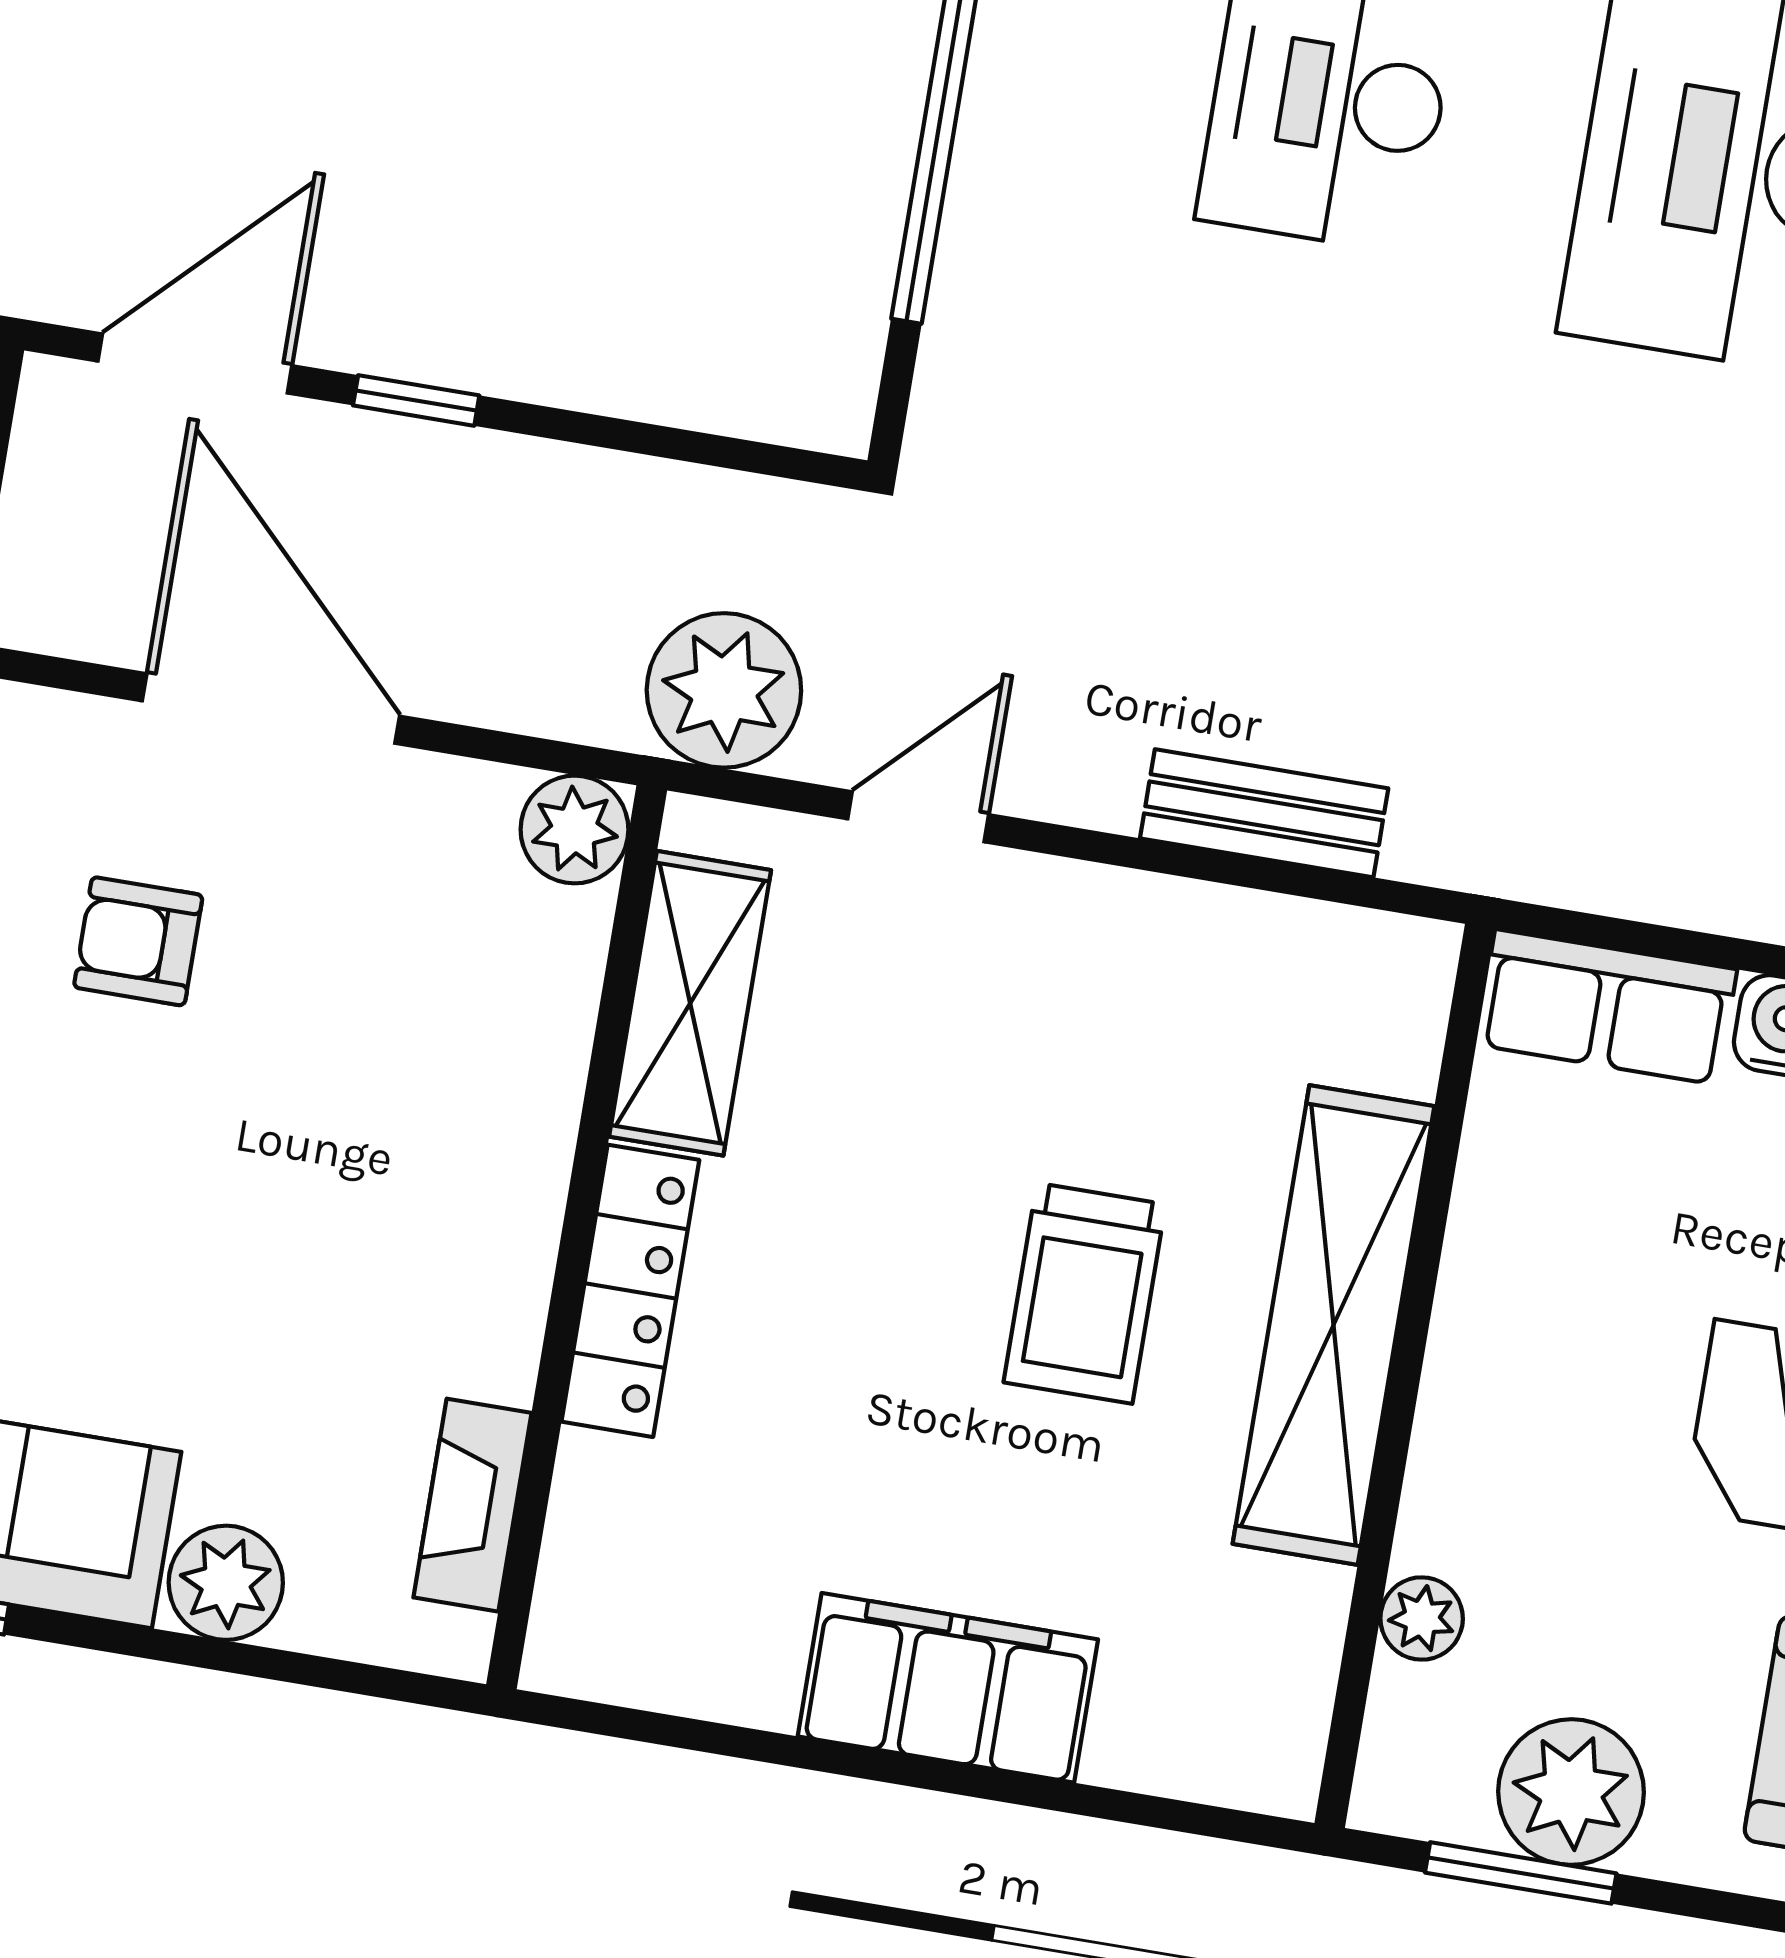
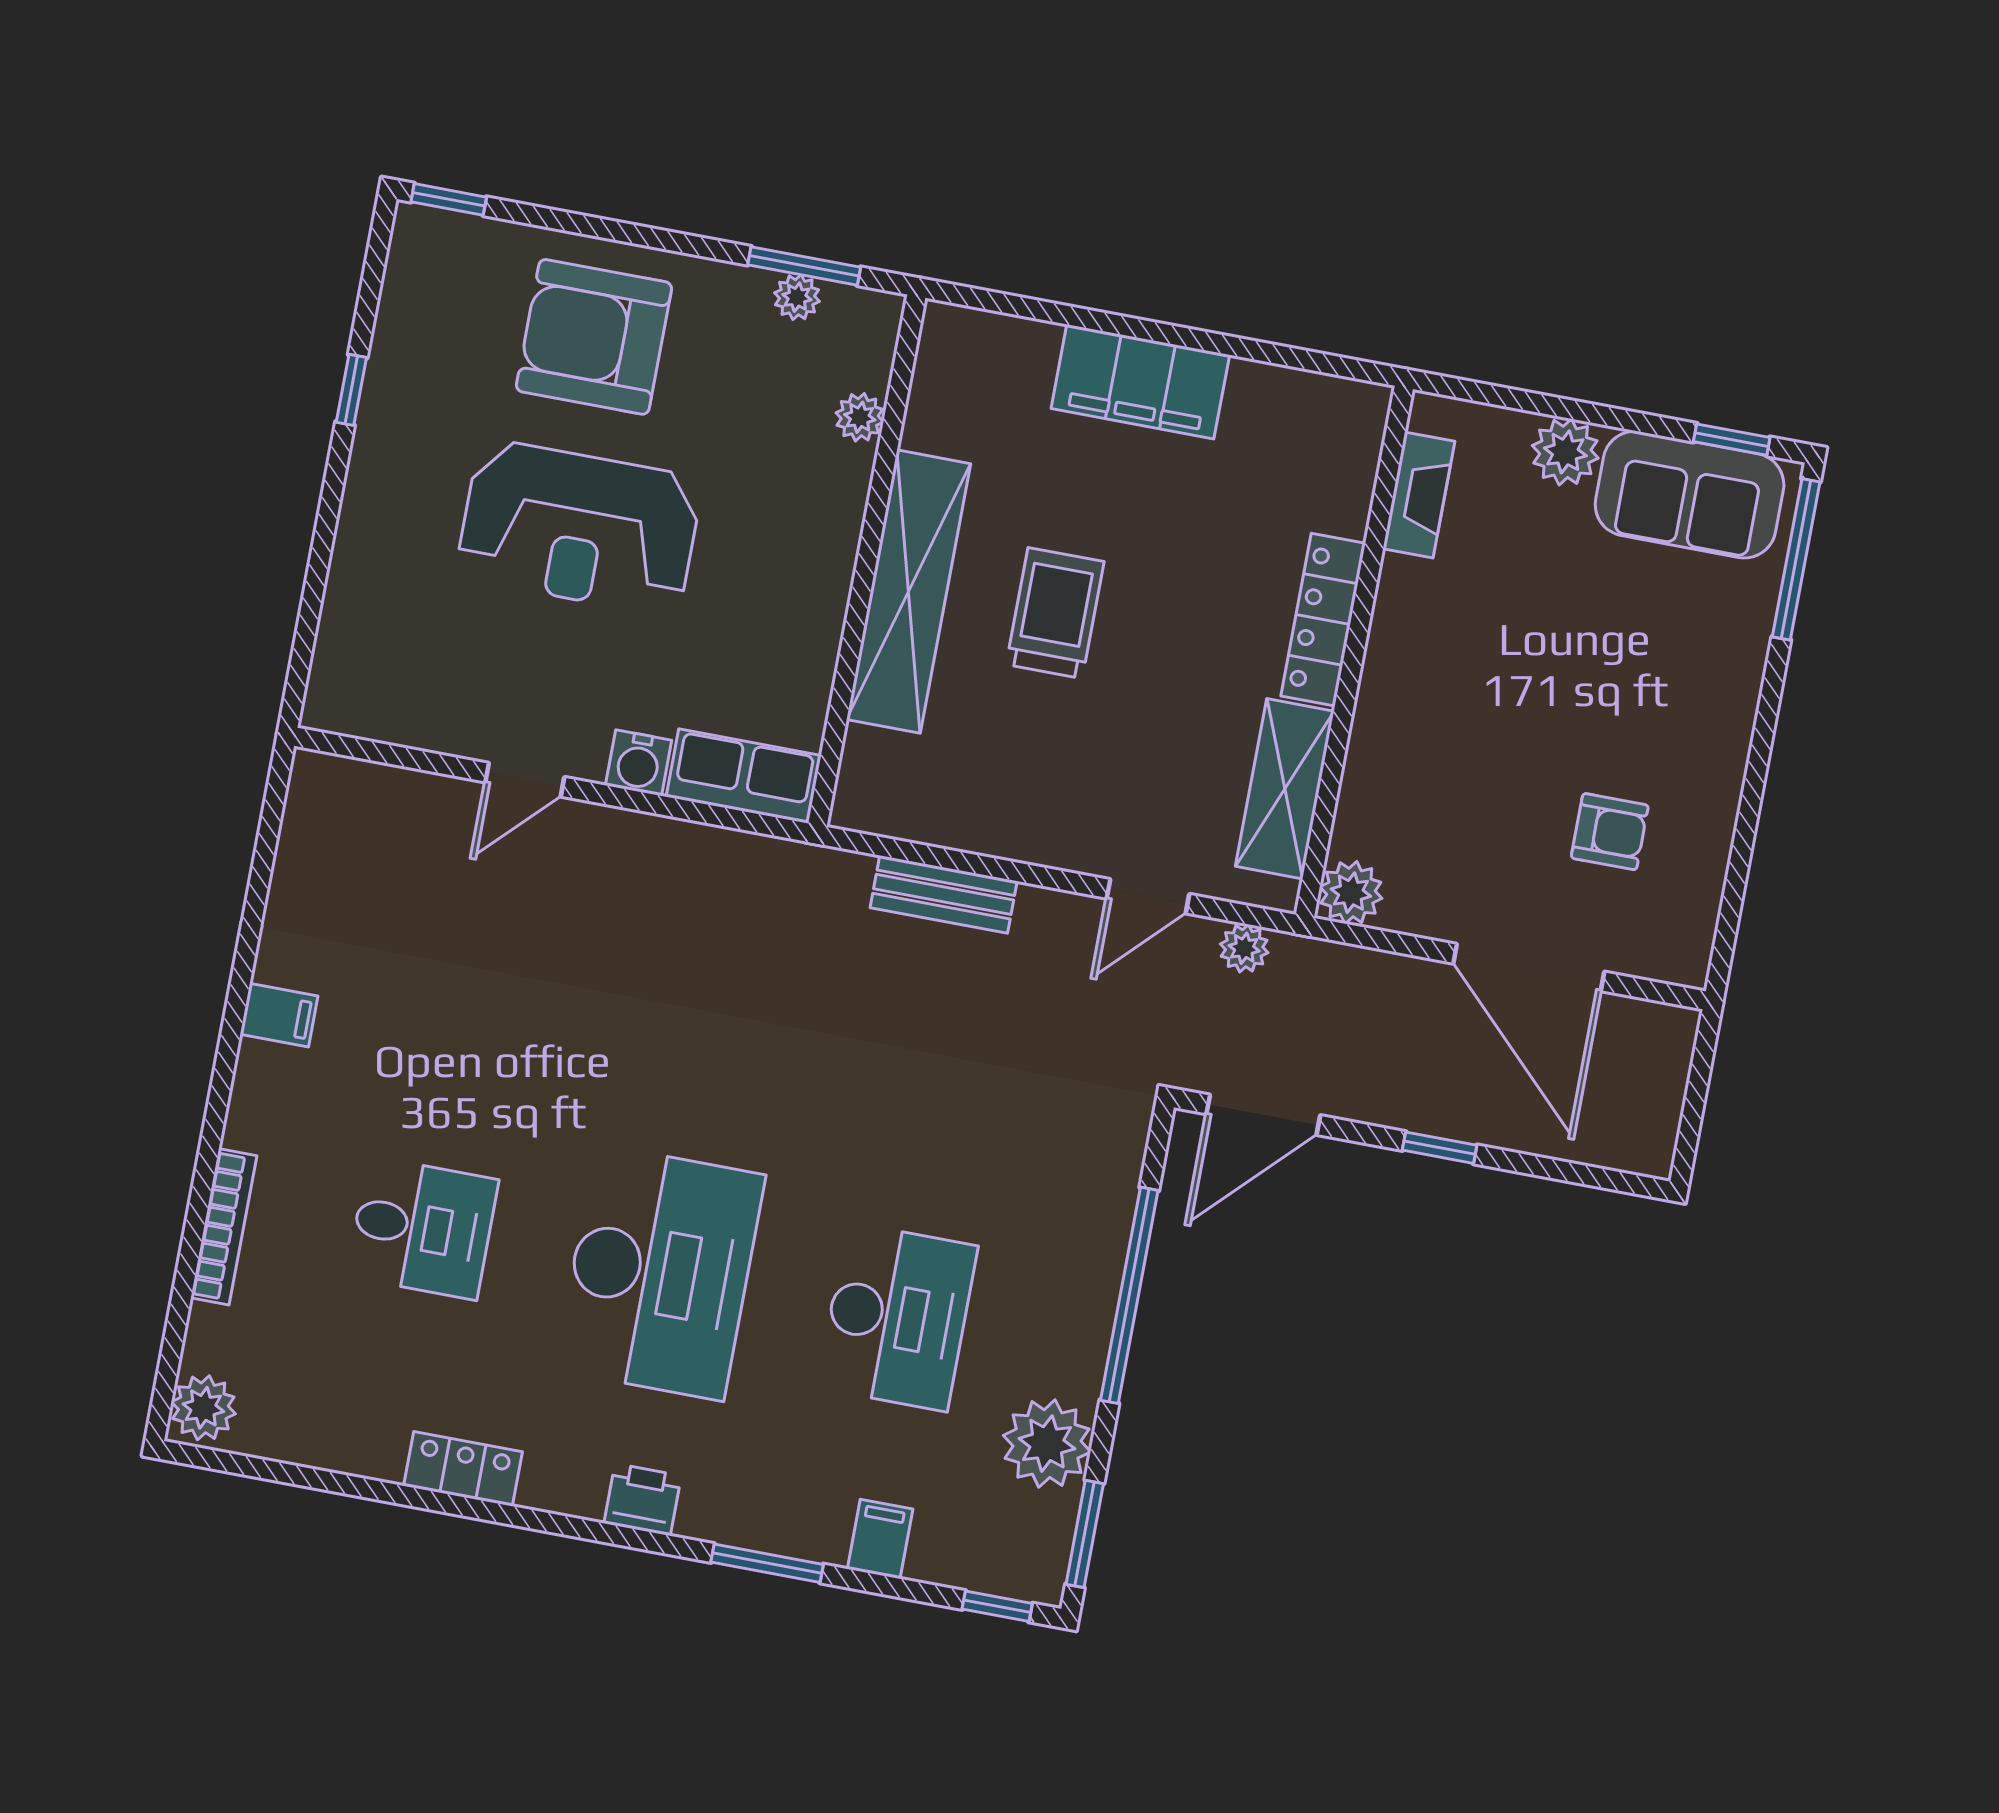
door: (195, 363) -> (1263, 1115), moved
plant: (724, 690) -> (1244, 948), width x0.53, depth x0.53
plant: (1571, 1792) -> (797, 297), width x0.53, depth x0.53

